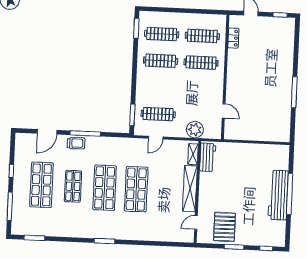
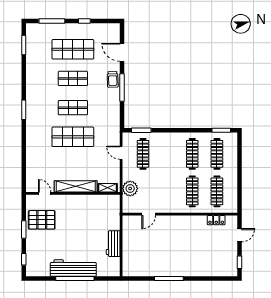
workbench: (208, 157) -> (113, 244), moved, turned 90
shop shelf: (105, 188) -> (73, 108), width x0.70, depth x0.74

